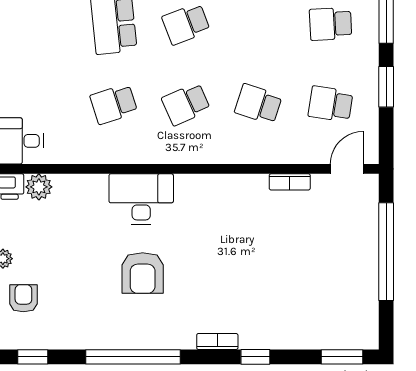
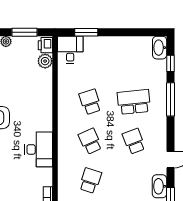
desk: (141, 199) -> (39, 149), moved

